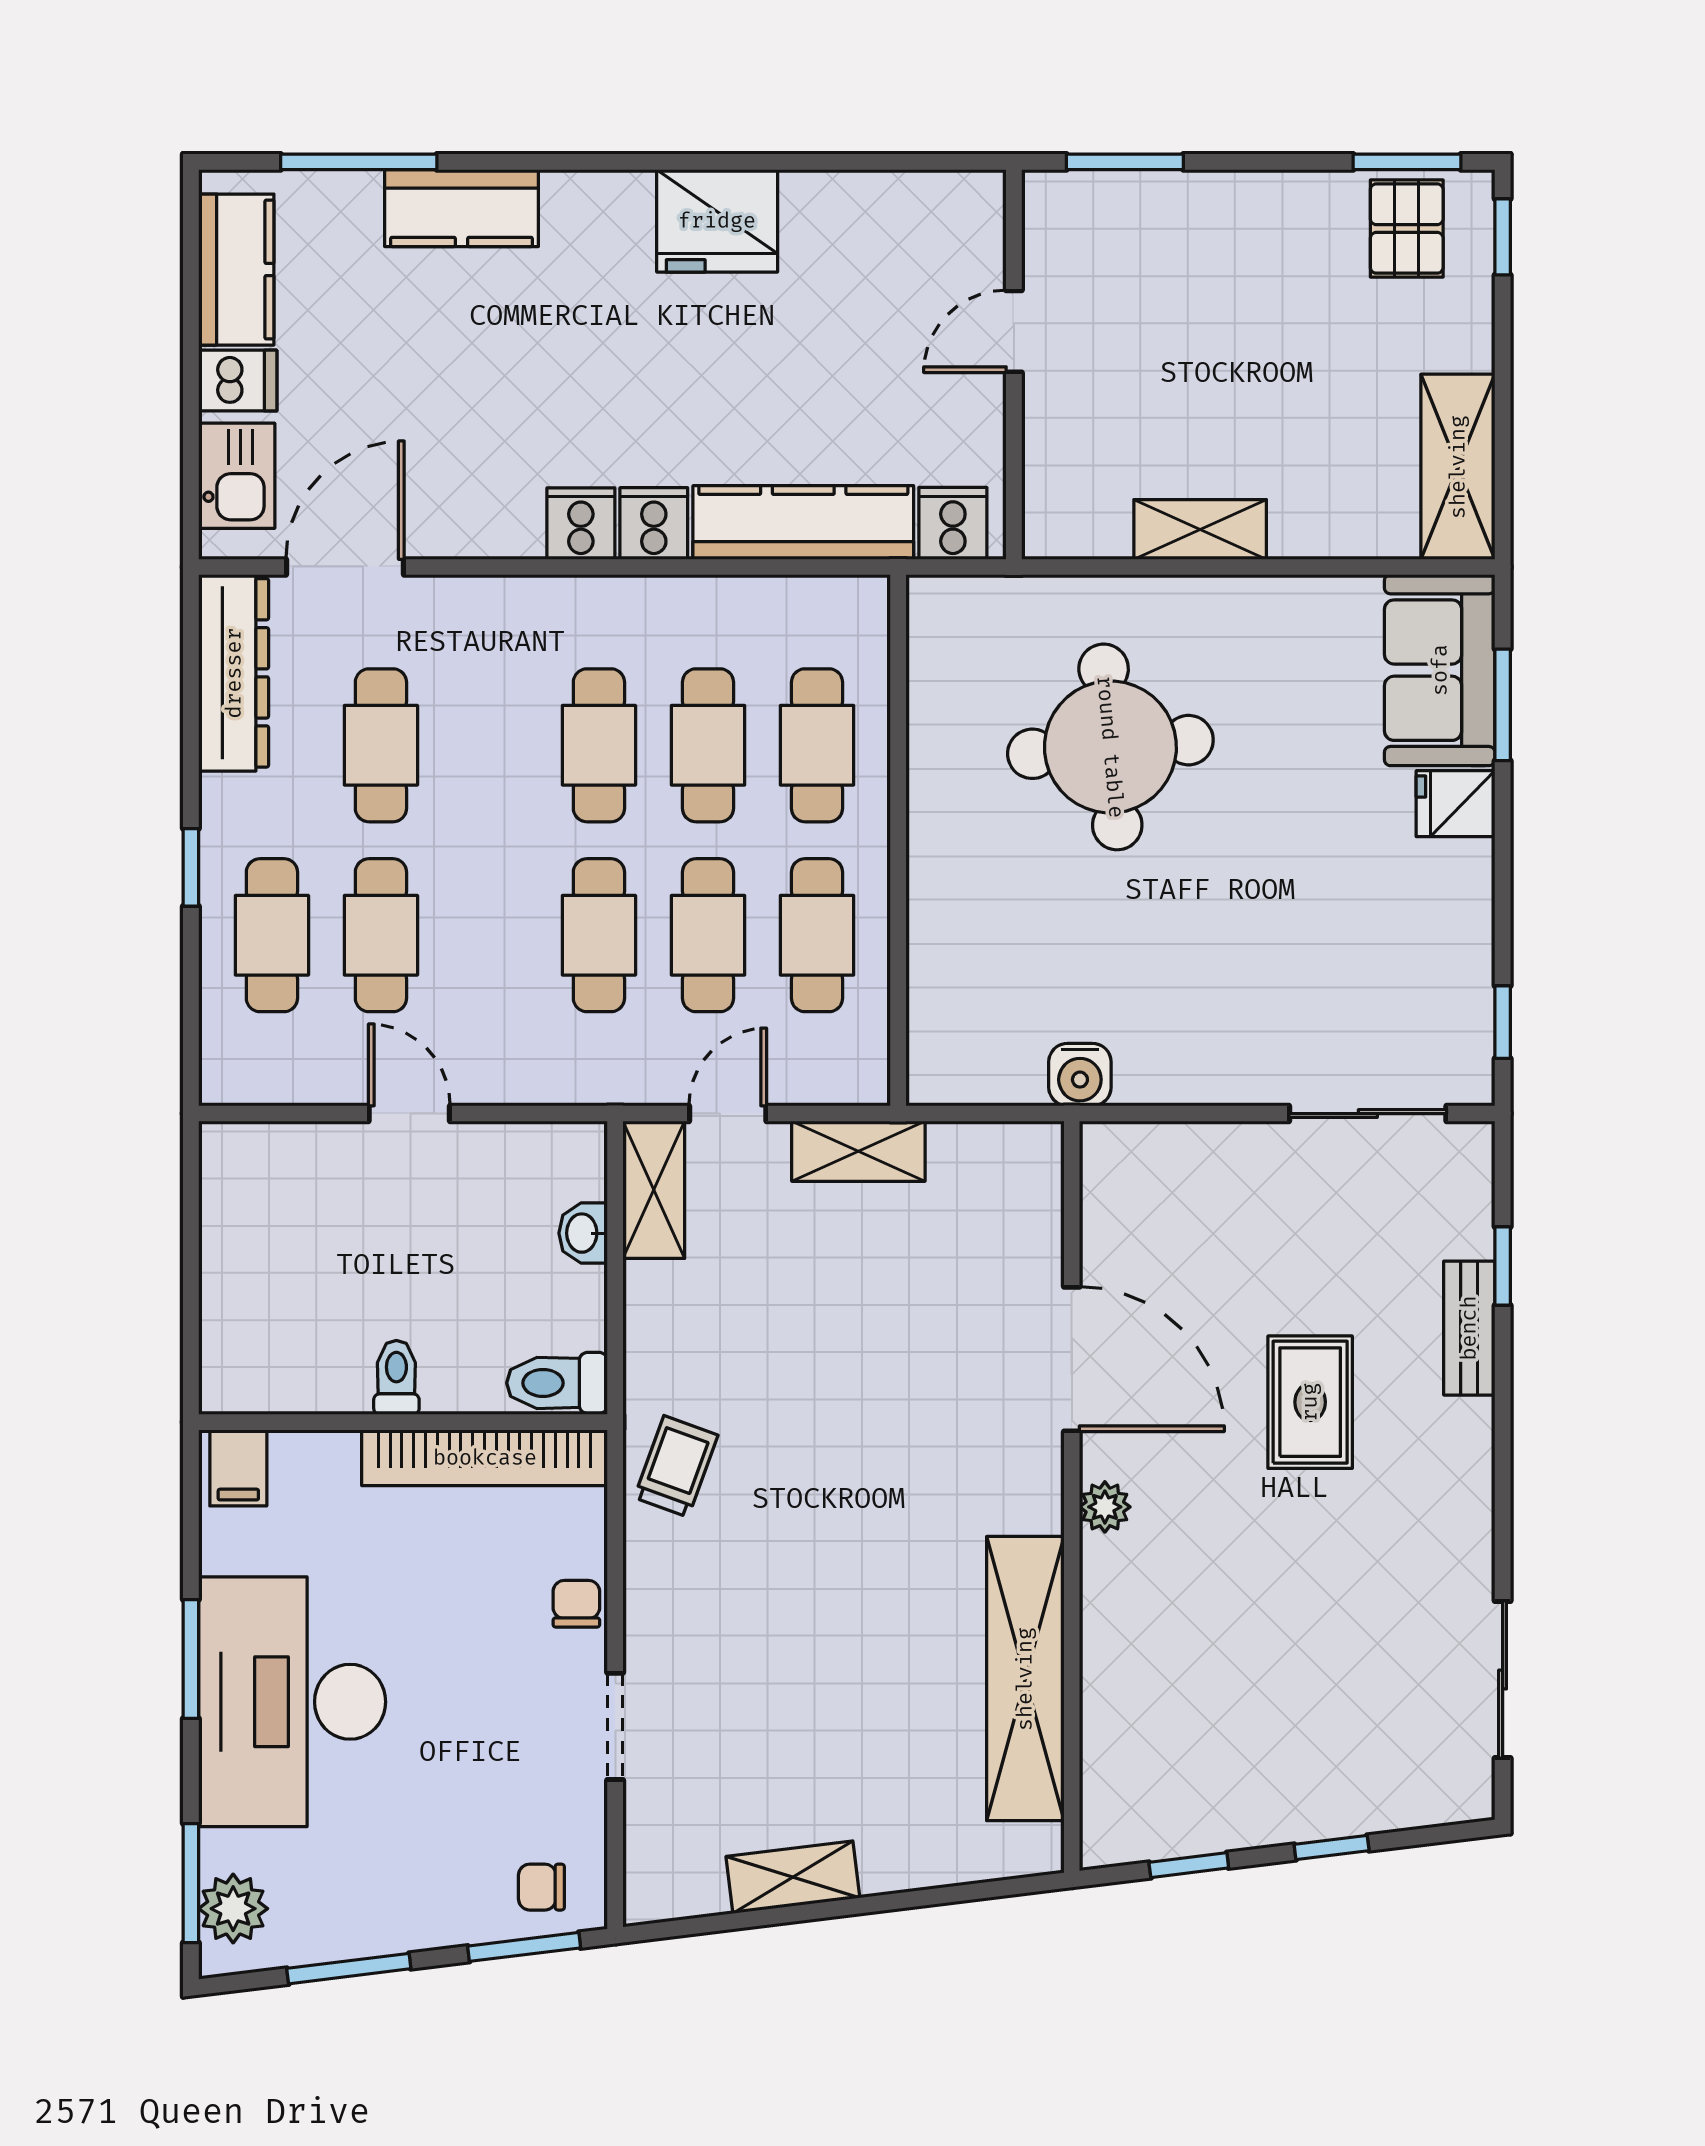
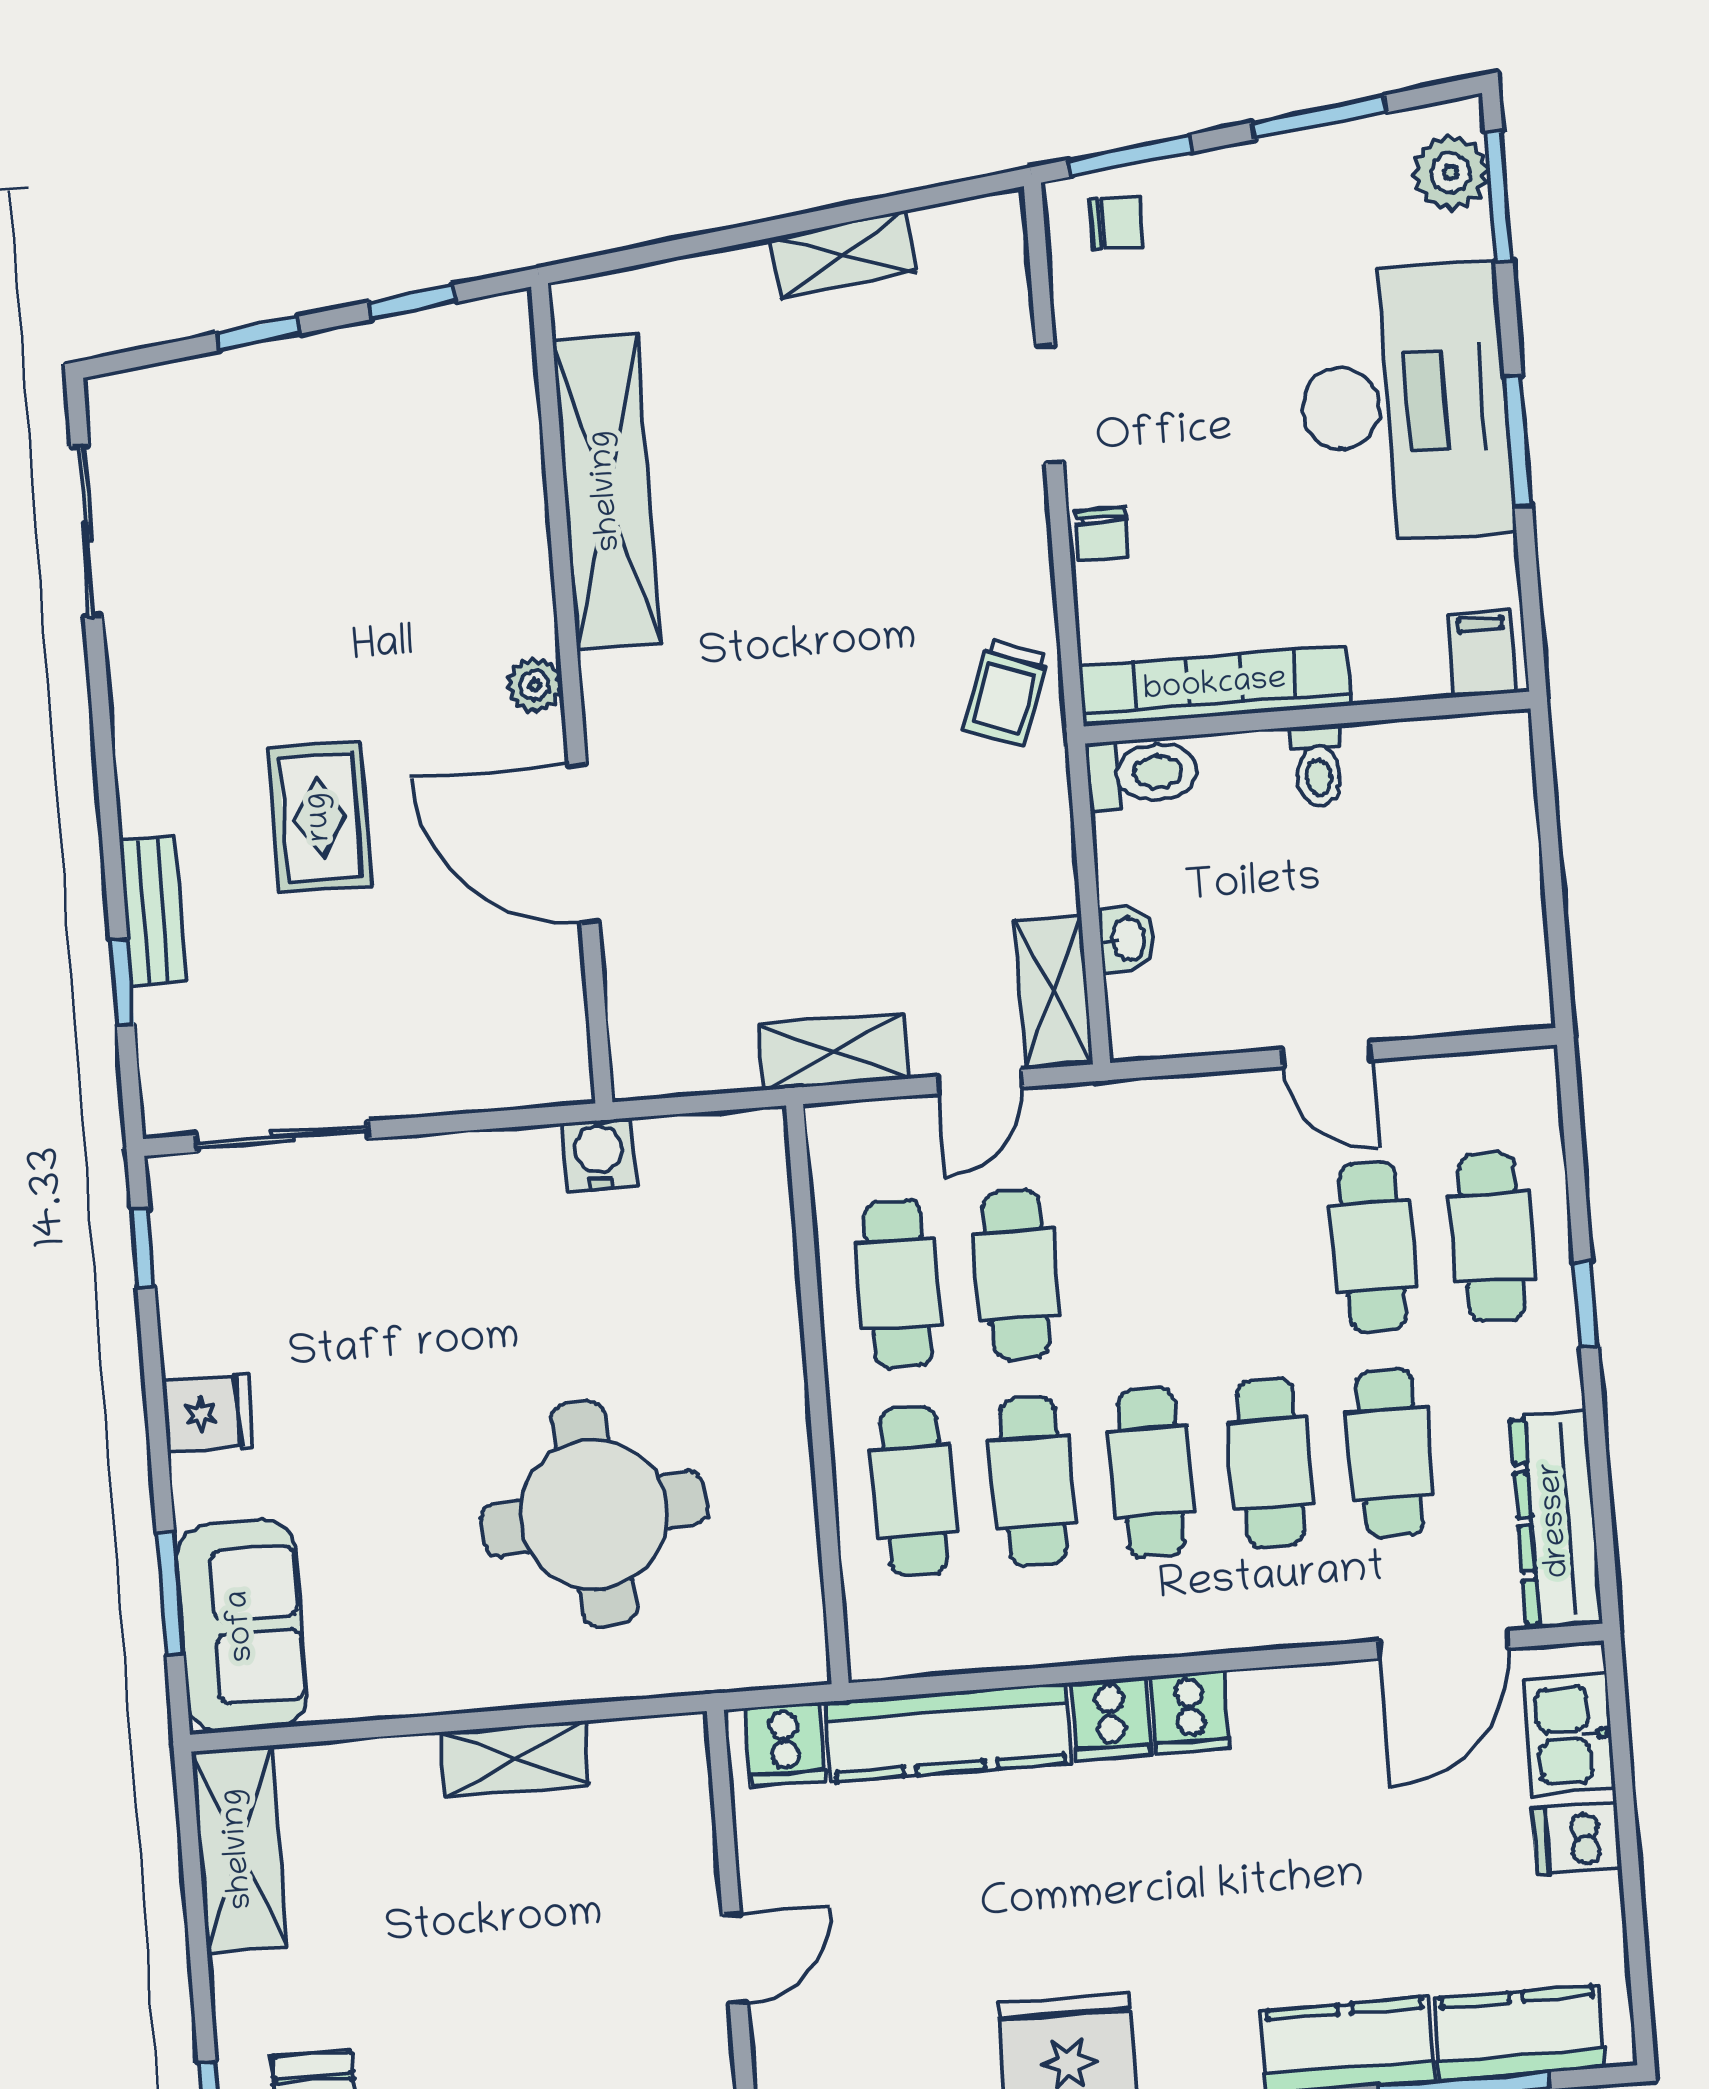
kitchen counter: (236, 270) -> (1519, 2033), moved, turned 90
fridge: (1456, 804) -> (208, 1413), moved
cafe table: (599, 935) -> (1270, 1463), moved

